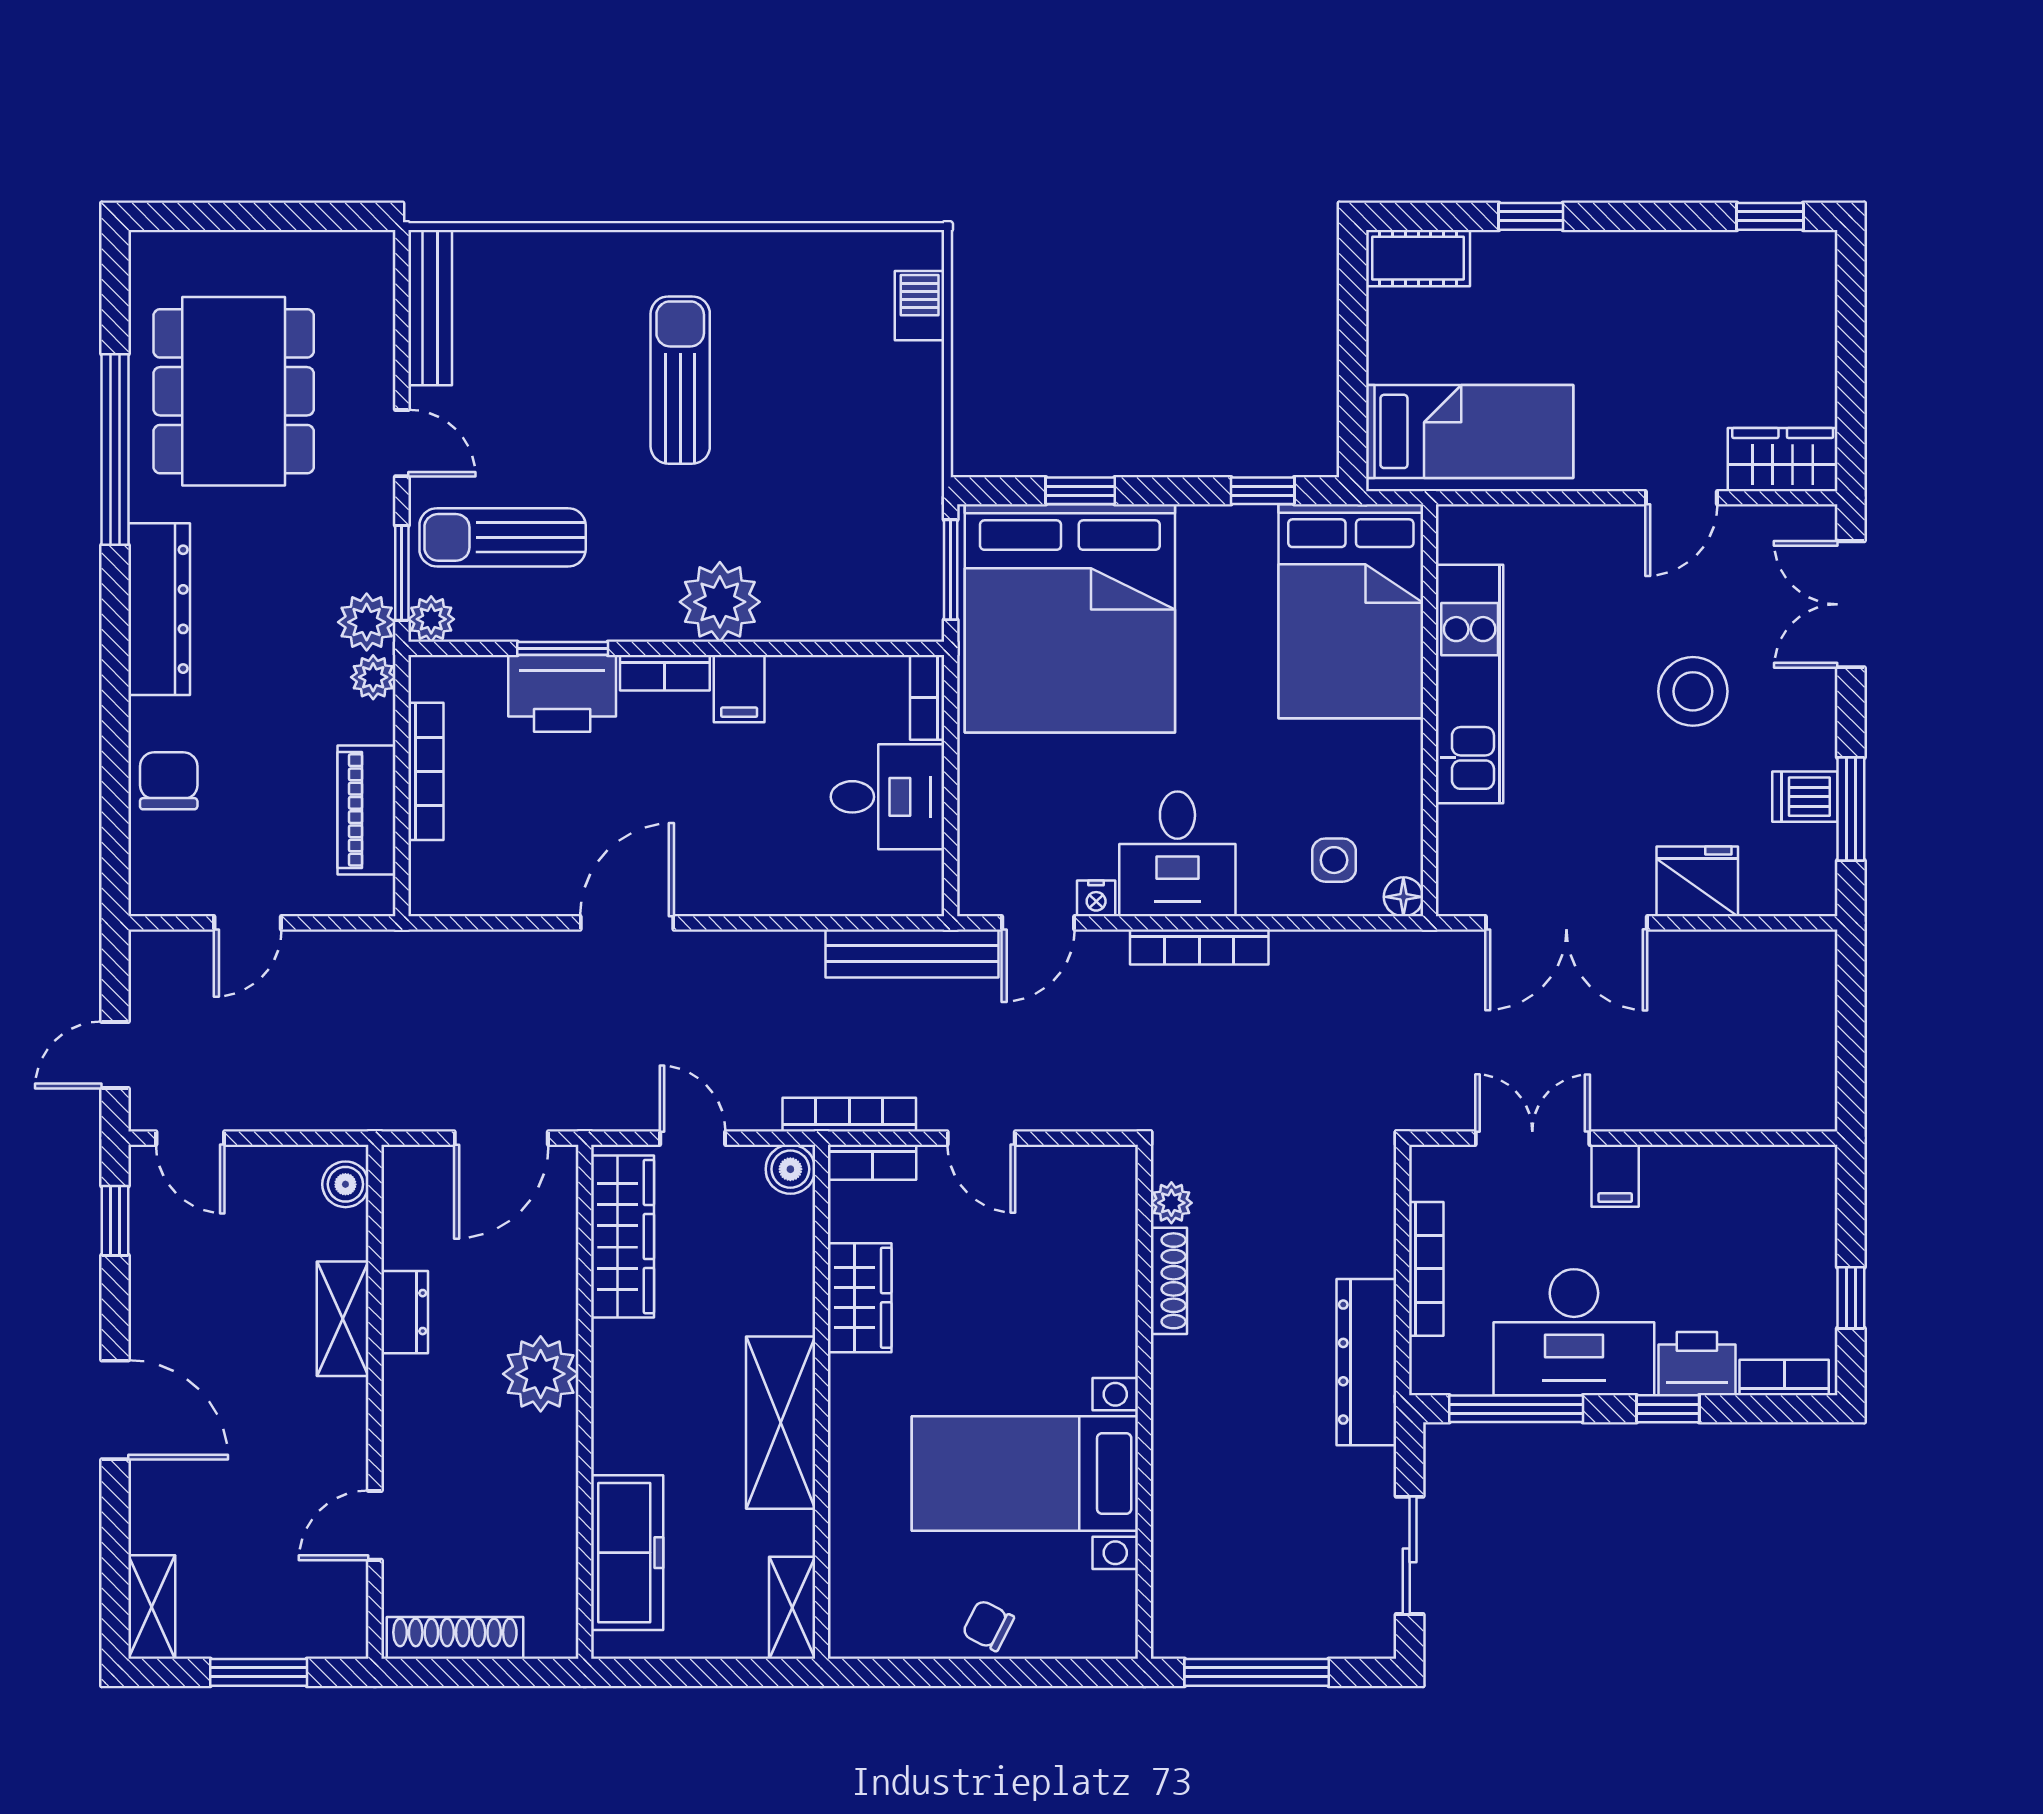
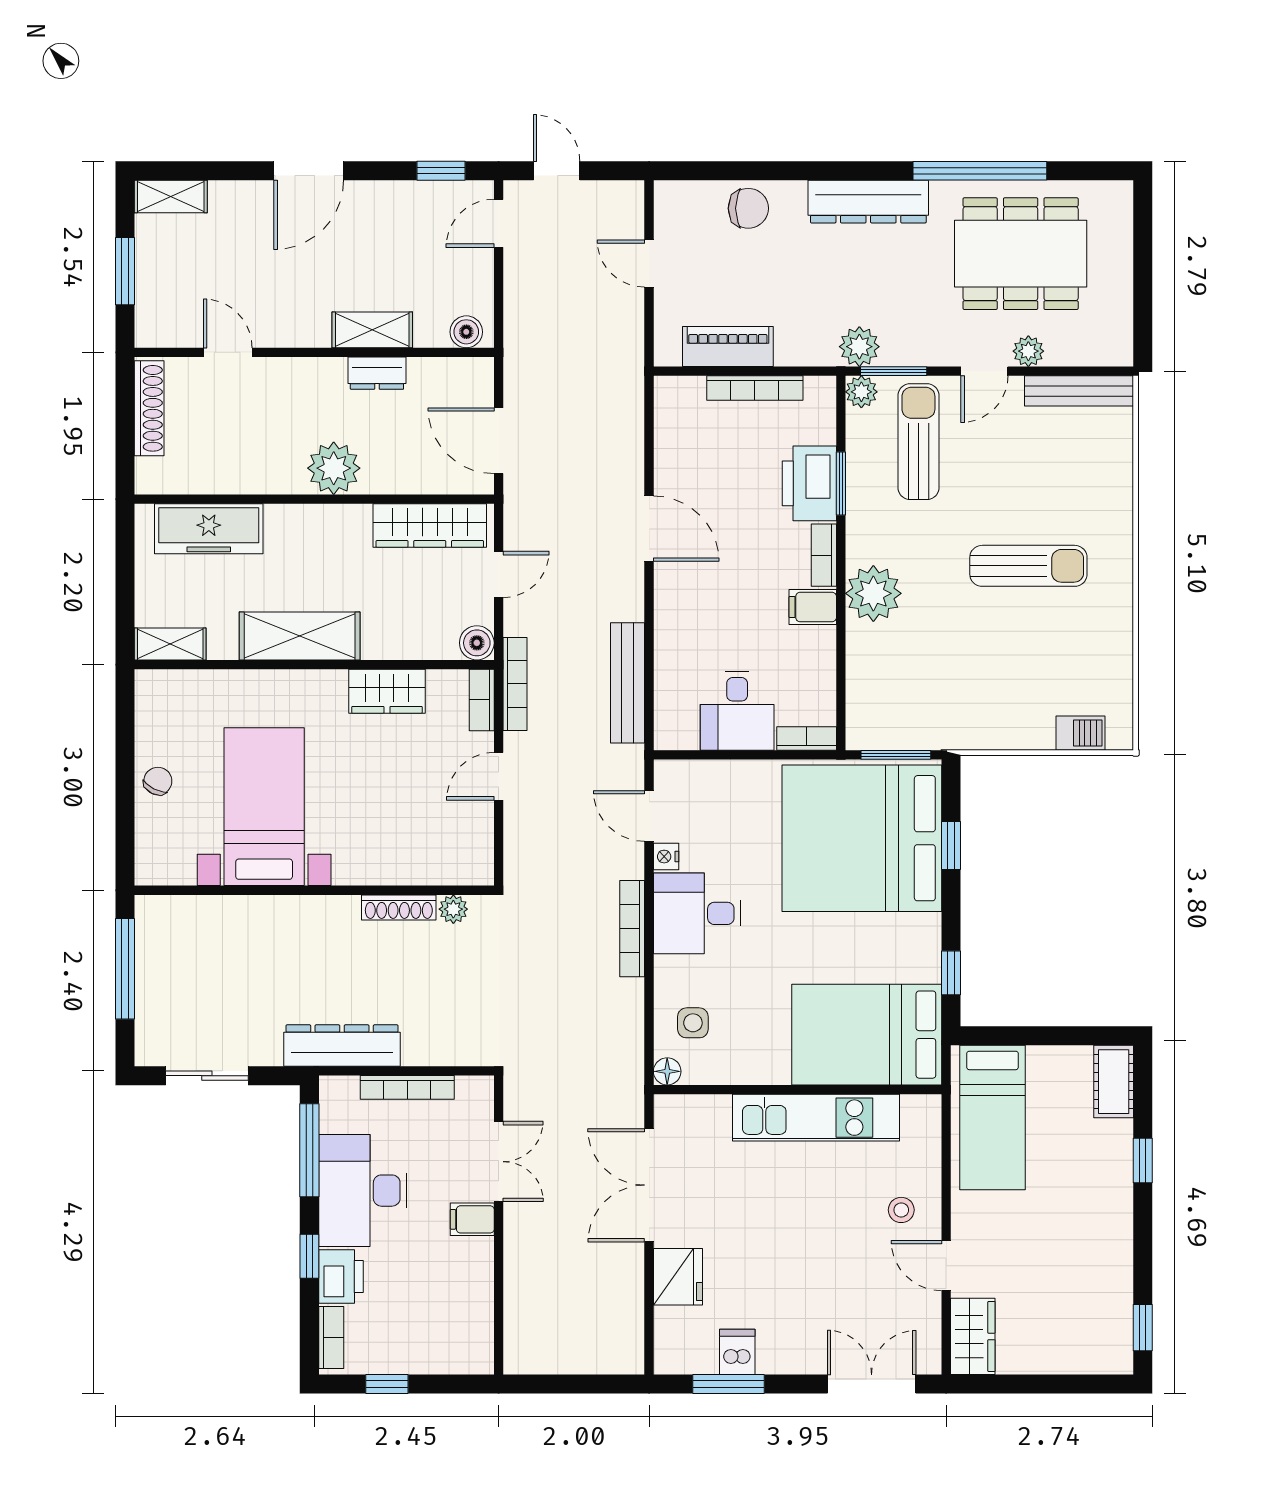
plant: (373, 677) -> (1028, 351), moved
stool: (1693, 691) -> (901, 1210), moved, width x0.53, depth x0.53
bench: (912, 953) -> (628, 683), moved

